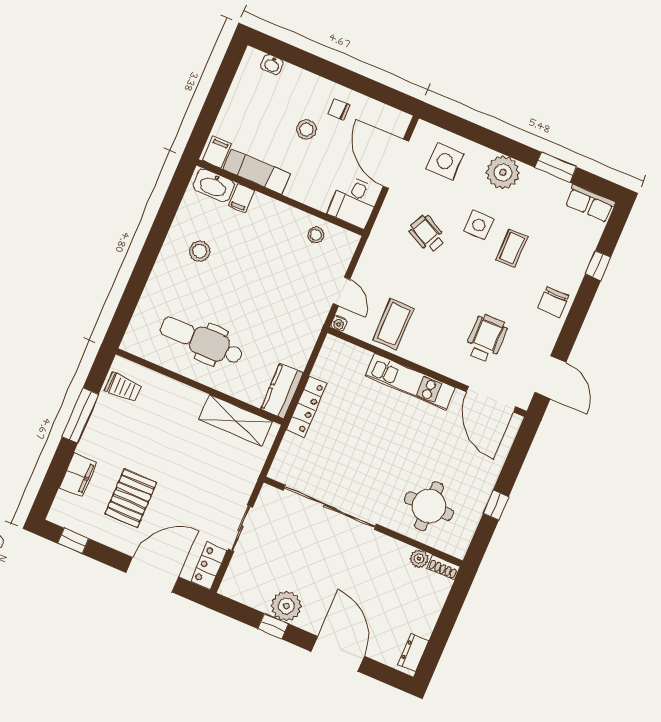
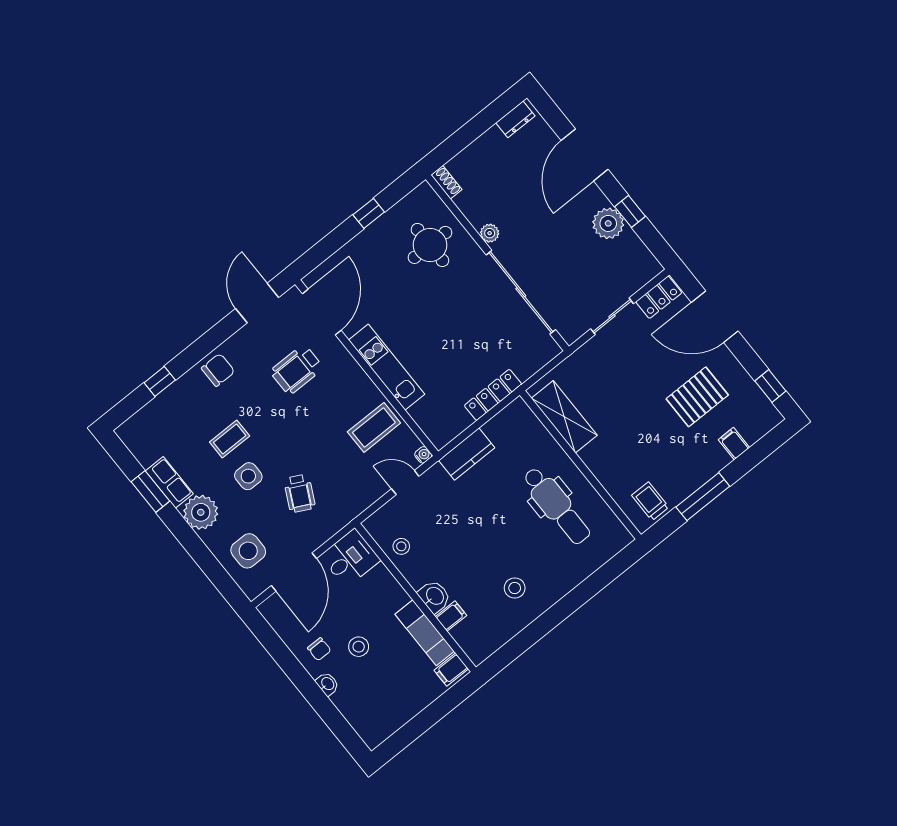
washbasin: (272, 65) -> (327, 684), moved
washbasin: (214, 186) -> (434, 596), moved, width x0.72
row of seats: (590, 203) -> (169, 482), moved
door: (342, 291) -> (405, 483), hinge flipped
kitchen counter: (282, 391) -> (467, 454), moved
filing cabinet: (78, 475) -> (734, 444), width x0.50
plant: (419, 559) -> (490, 233), moved

